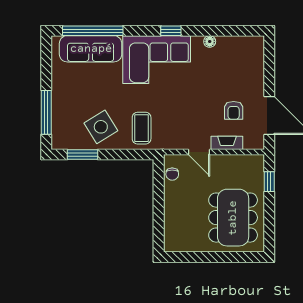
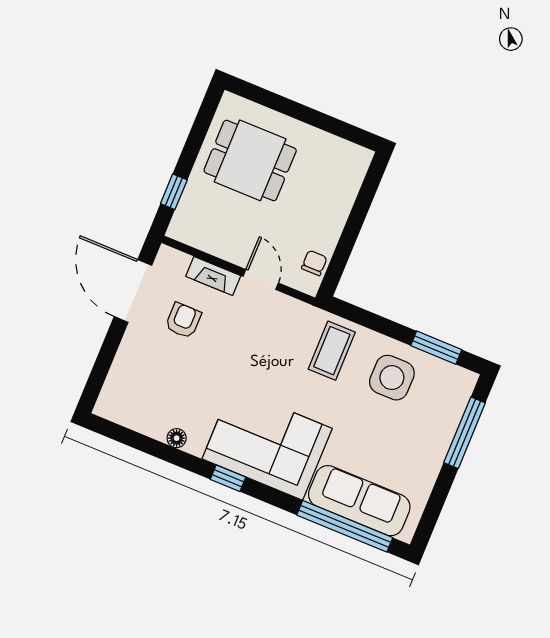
side table: (101, 127) -> (392, 378), turned 32
dining table: (233, 218) -> (250, 160), width x0.73

